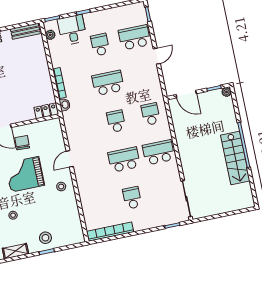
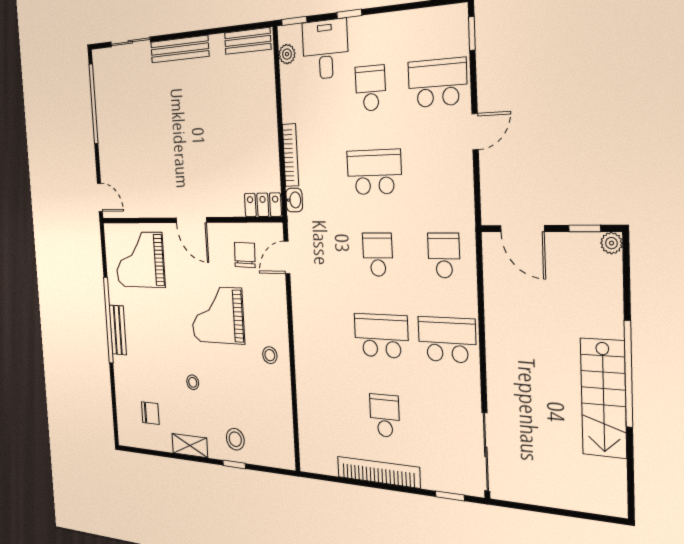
chair: (22, 143) -> (245, 255), moved
door: (70, 159) -> (287, 257), moved
bookcase: (110, 232) -> (378, 472), moved

